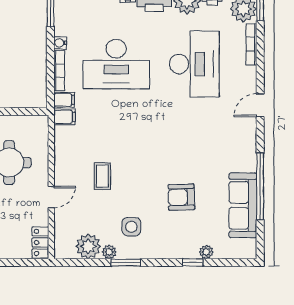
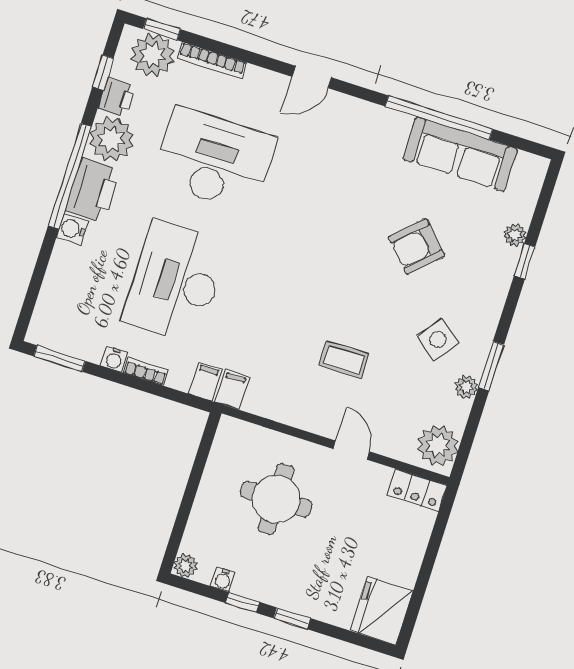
desk: (116, 64) -> (175, 282), turned 180
bookcase: (59, 71) -> (146, 371), width x0.64
door: (260, 105) -> (312, 77), hinge flipped
armchair: (181, 197) -> (416, 246), turned 48
side table: (131, 227) -> (438, 340), turned 37
plant: (88, 246) -> (438, 446), moved

